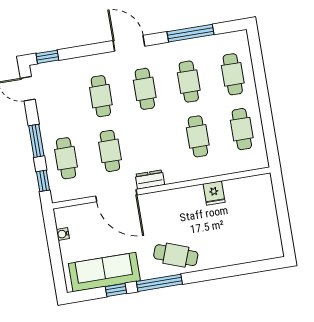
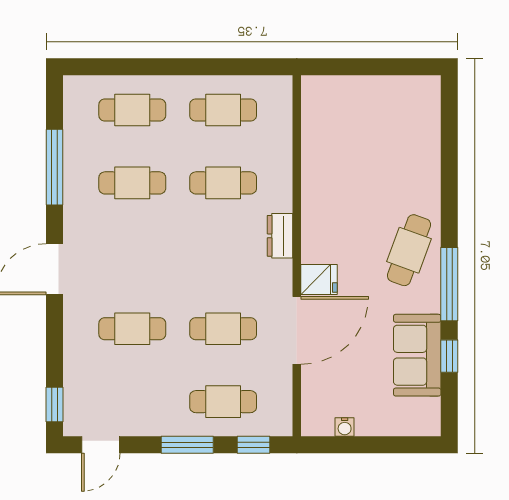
cafe table: (145, 89) -> (132, 256), removed
dresser: (150, 179) -> (280, 236), moved
fridge: (214, 193) -> (319, 280), moved
sofa: (104, 272) -> (417, 355), width x0.73

